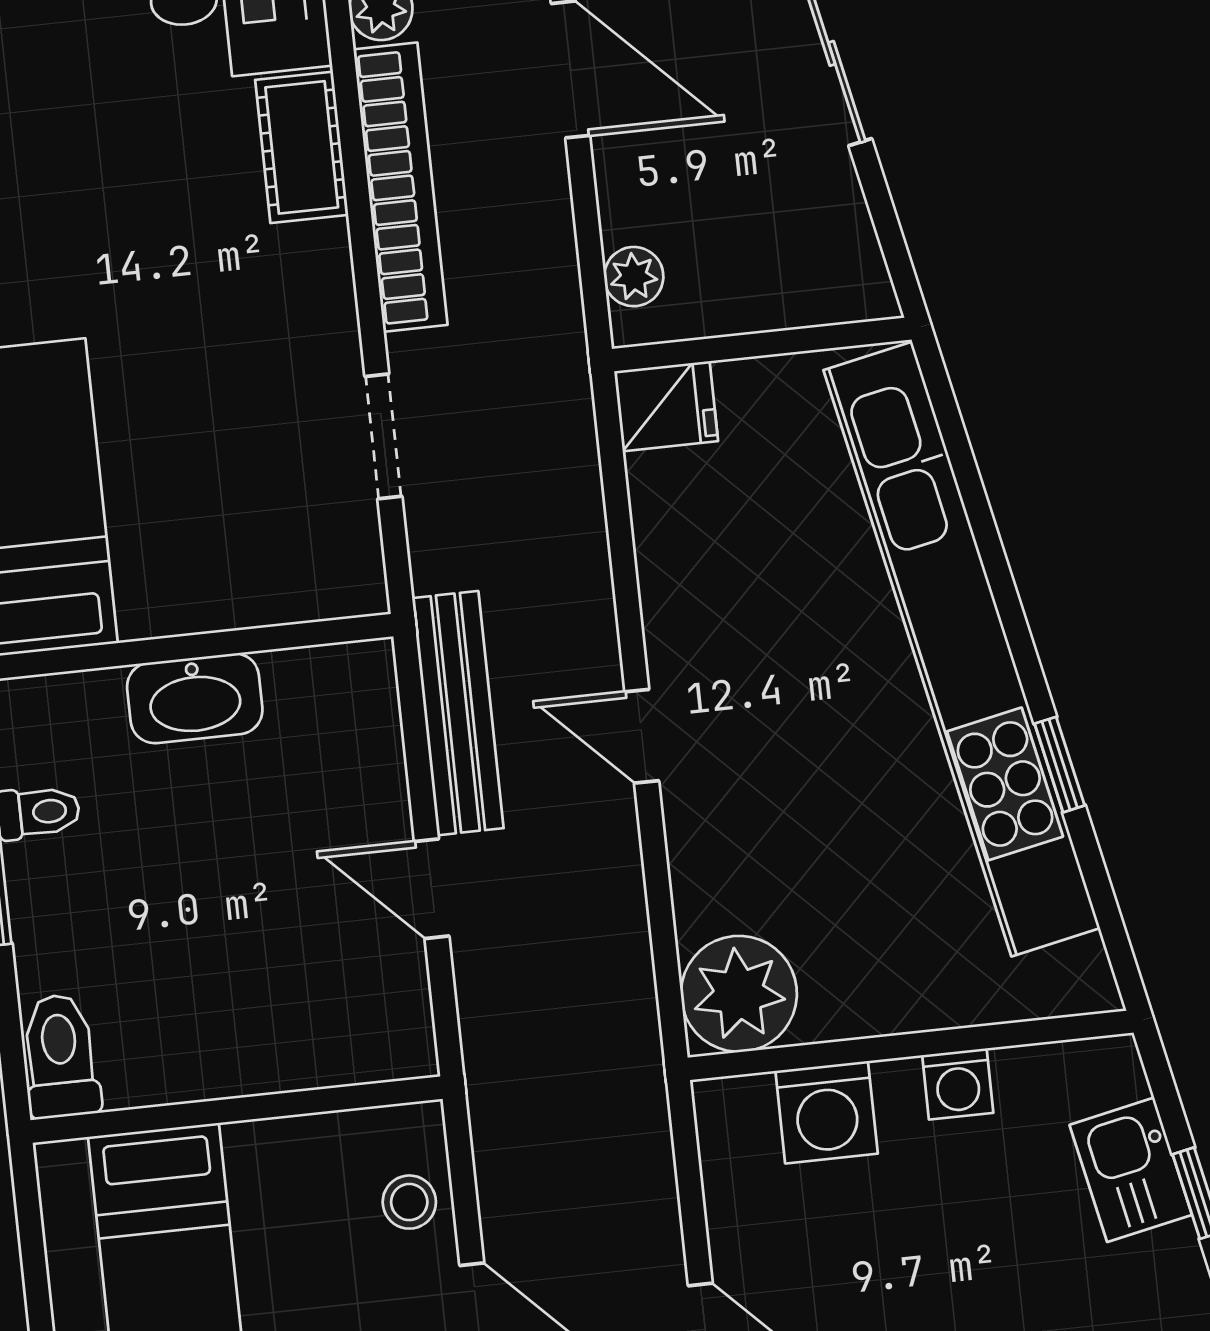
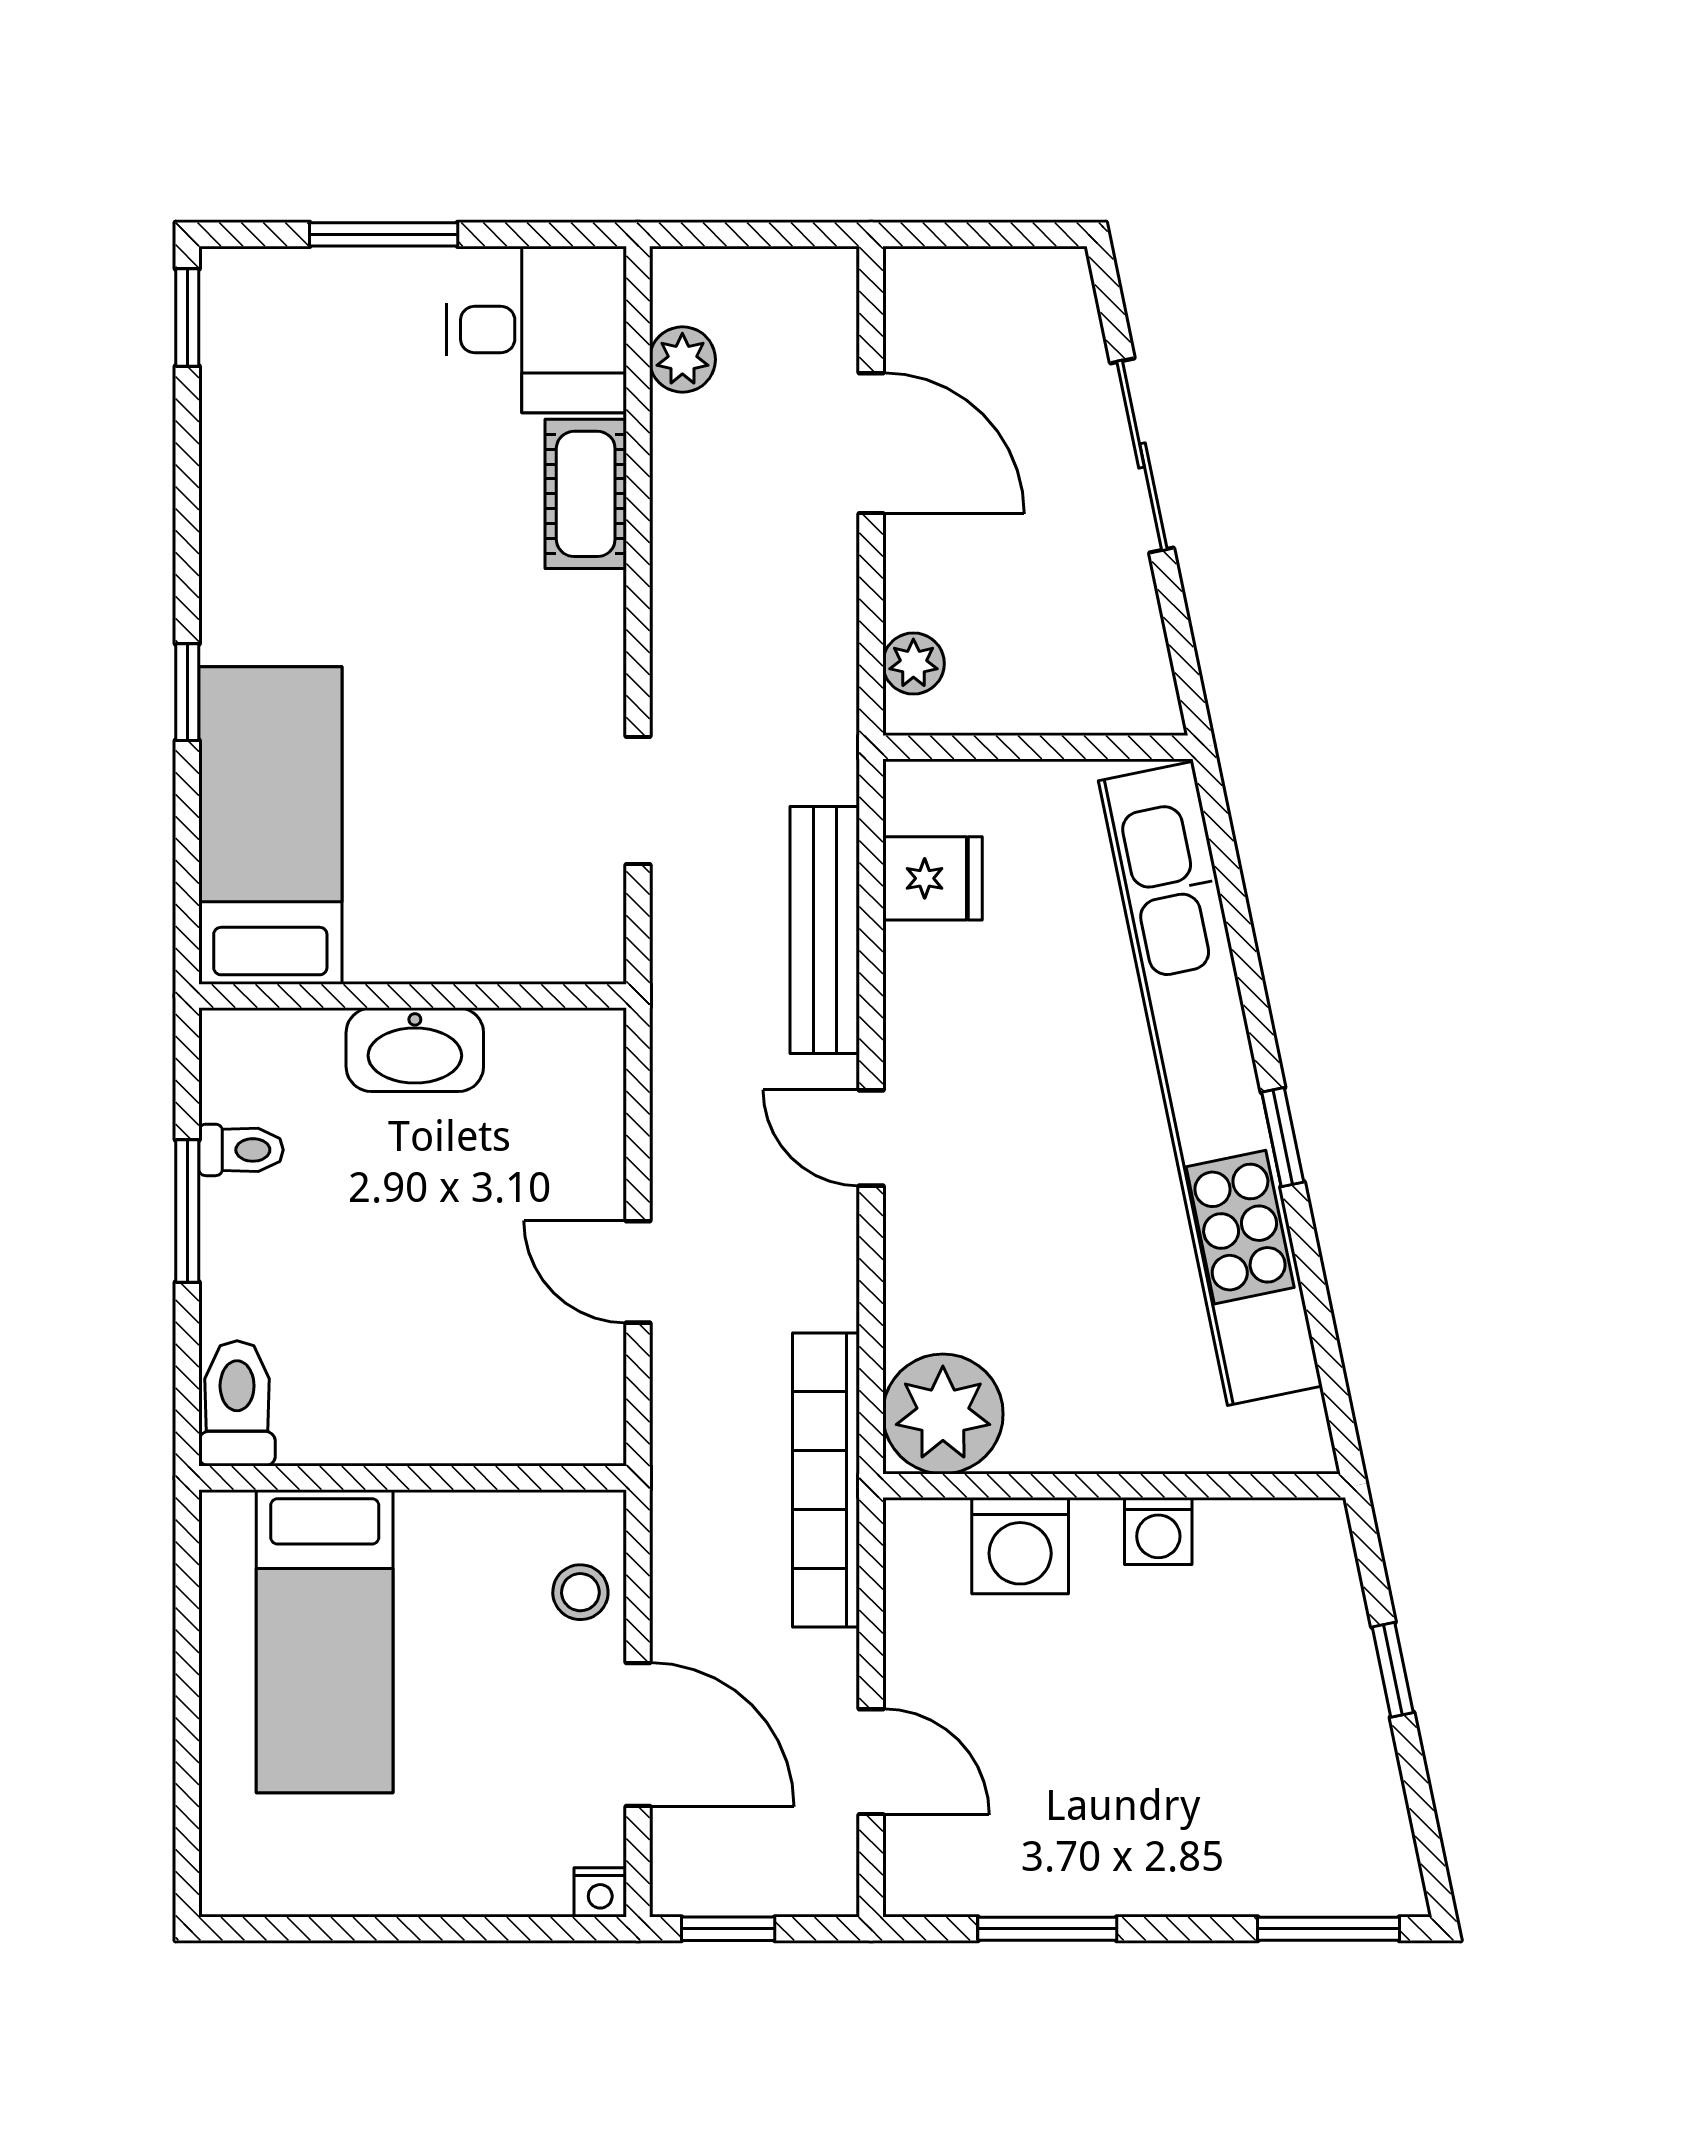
bookcase: (400, 187) -> (826, 1480), moved, turned 180
fridge: (666, 406) -> (932, 878), moved
bench: (458, 713) -> (825, 930), moved
window: (1060, 765) -> (1283, 1137), moved
kitchen sink: (1131, 1170) -> (1327, 1638), removed

